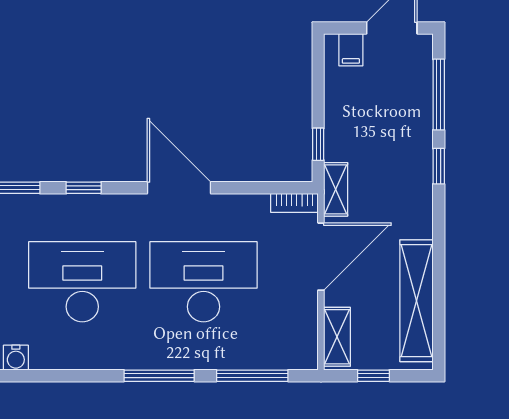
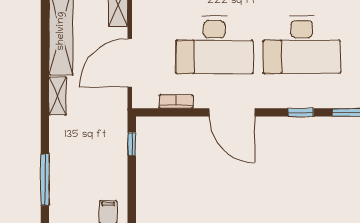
window: (439, 166) -> (45, 128), removed
shelving: (336, 189) -> (58, 96), moved
bookcase: (294, 203) -> (176, 102), moved

